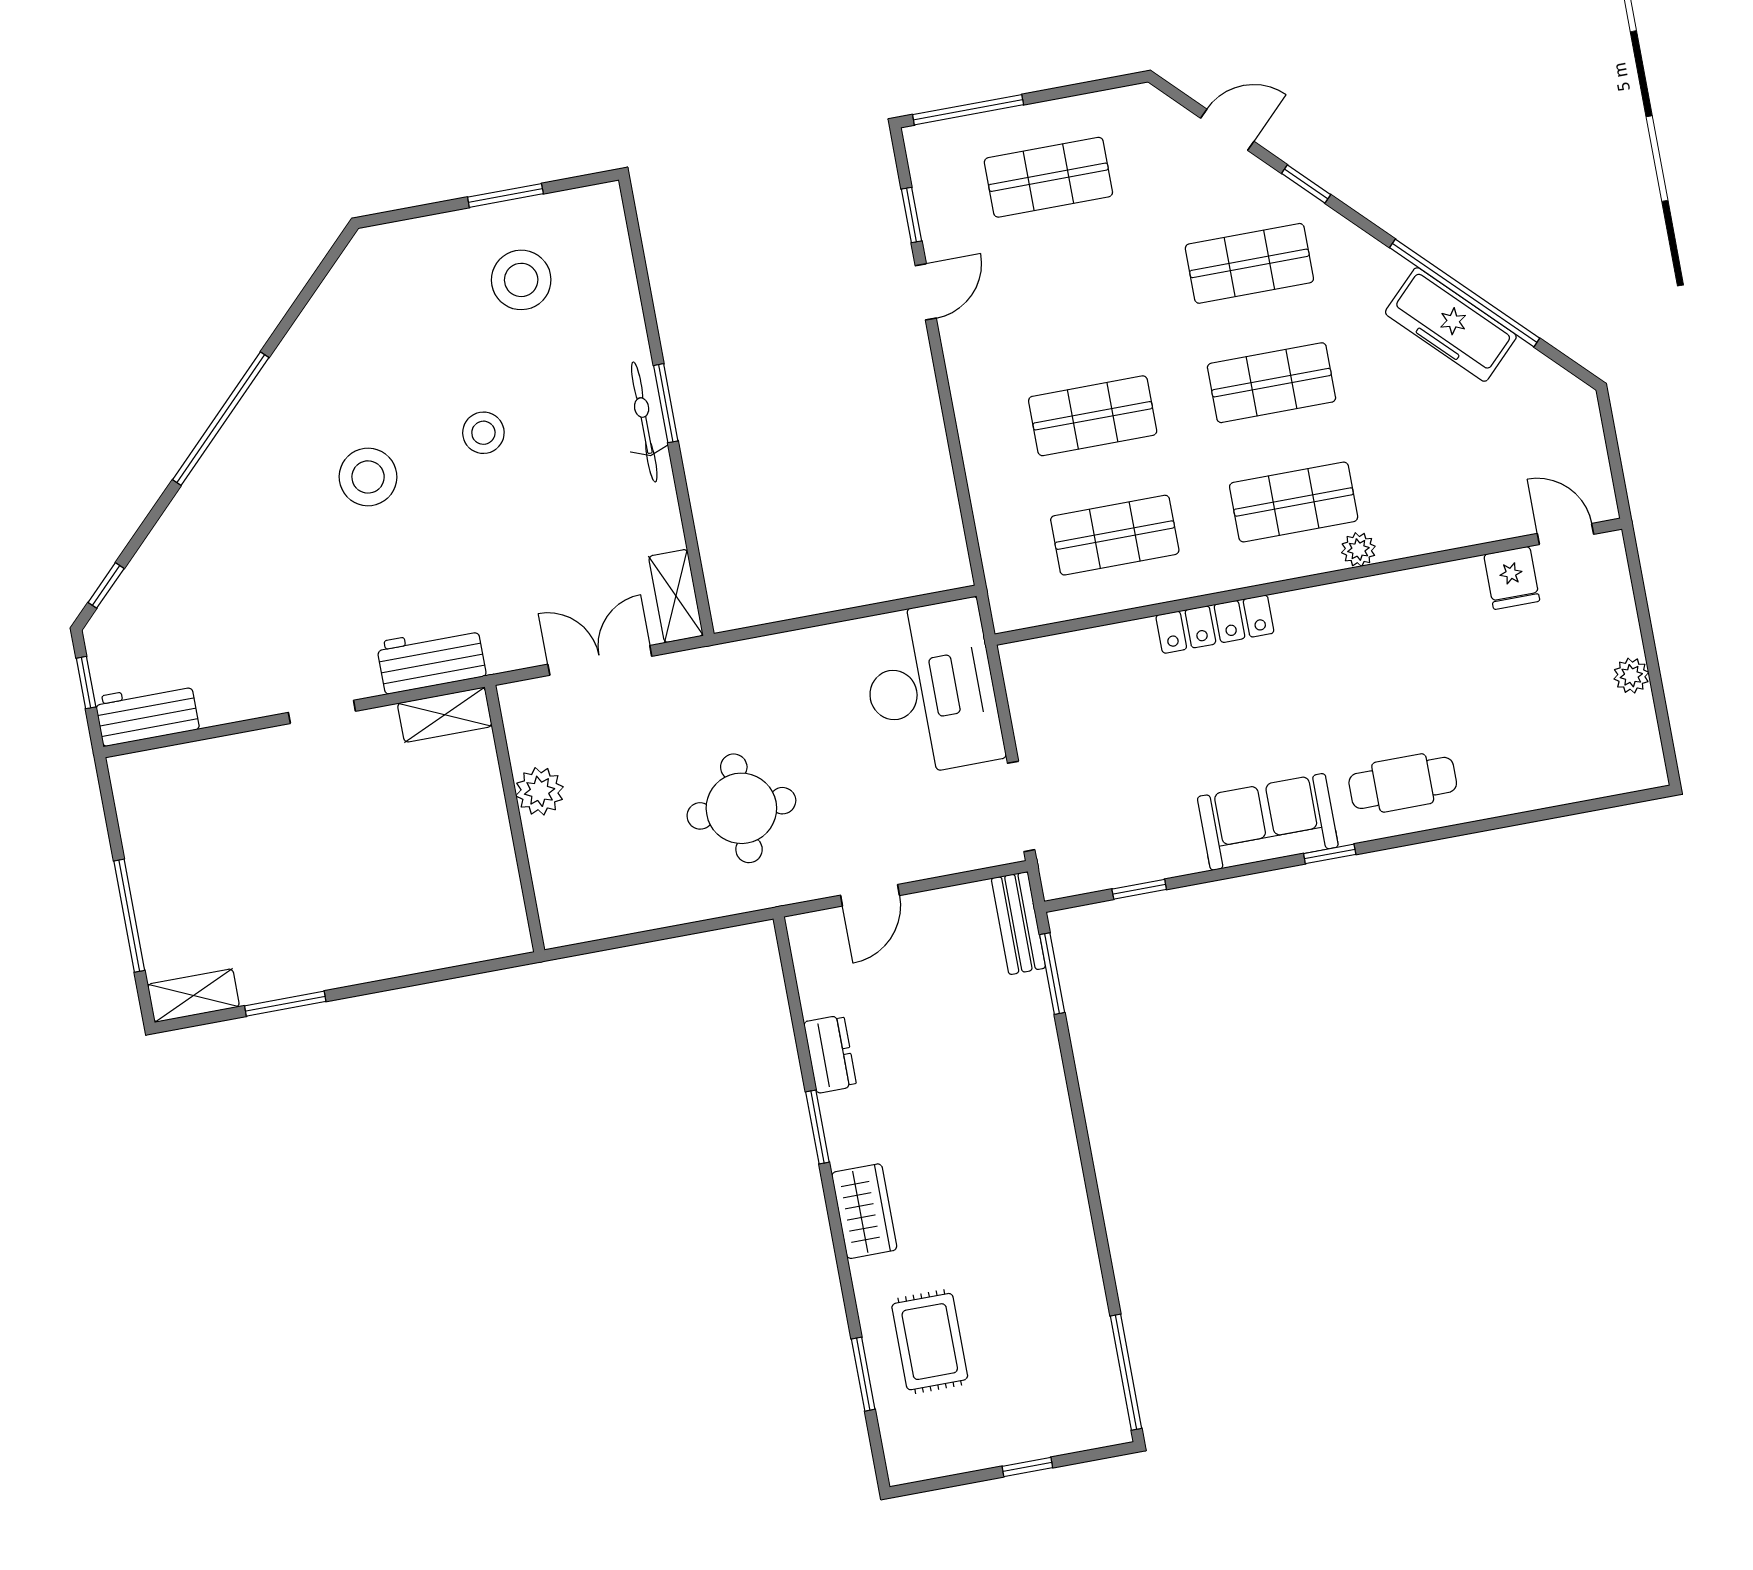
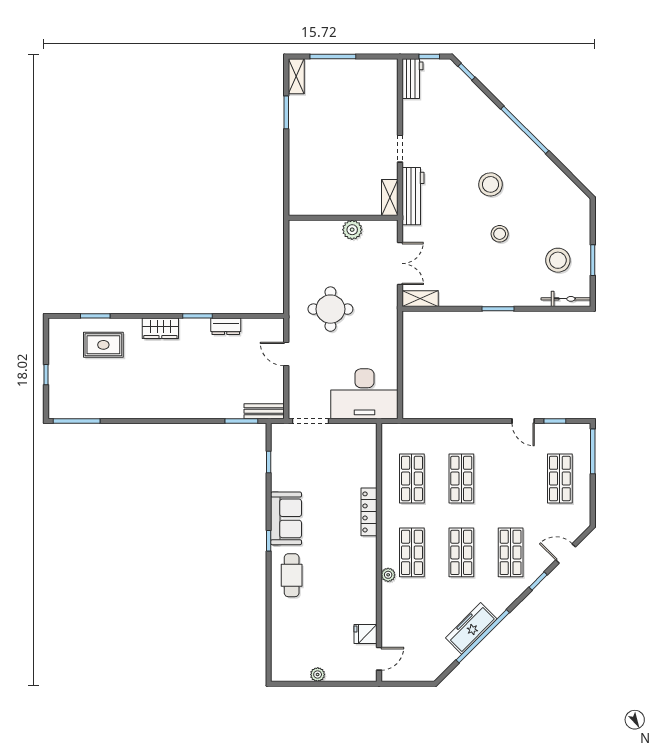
door: (1227, 130) -> (566, 553), swing flipped
bicycle: (644, 422) -> (566, 299), moved
workbench: (431, 659) -> (413, 196), width x1.38

